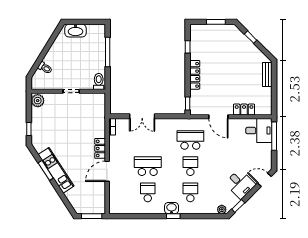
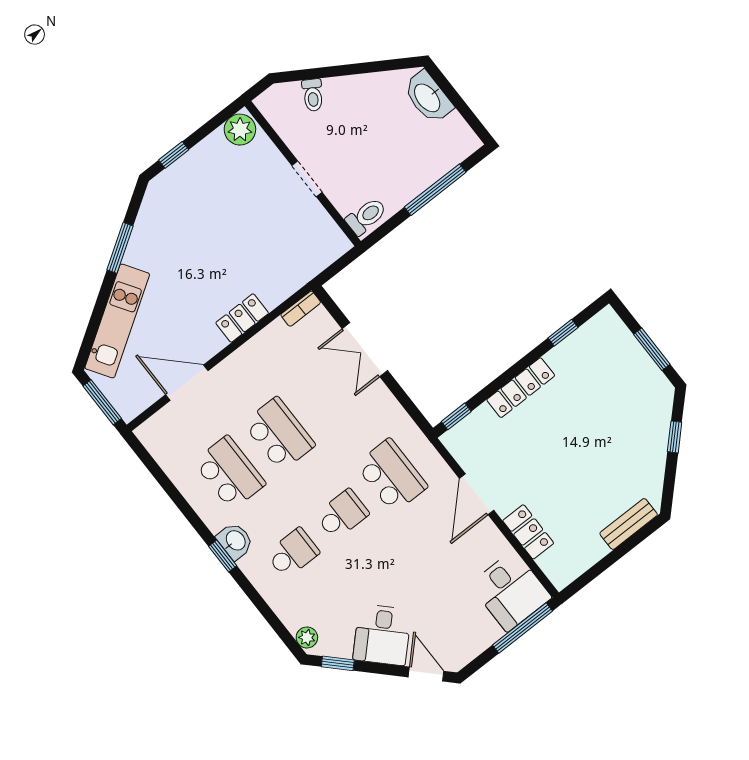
kitchen unit: (56, 170) -> (117, 321), moved
door: (107, 171) -> (187, 383), moved
school desk: (148, 192) -> (230, 473), width x1.85

